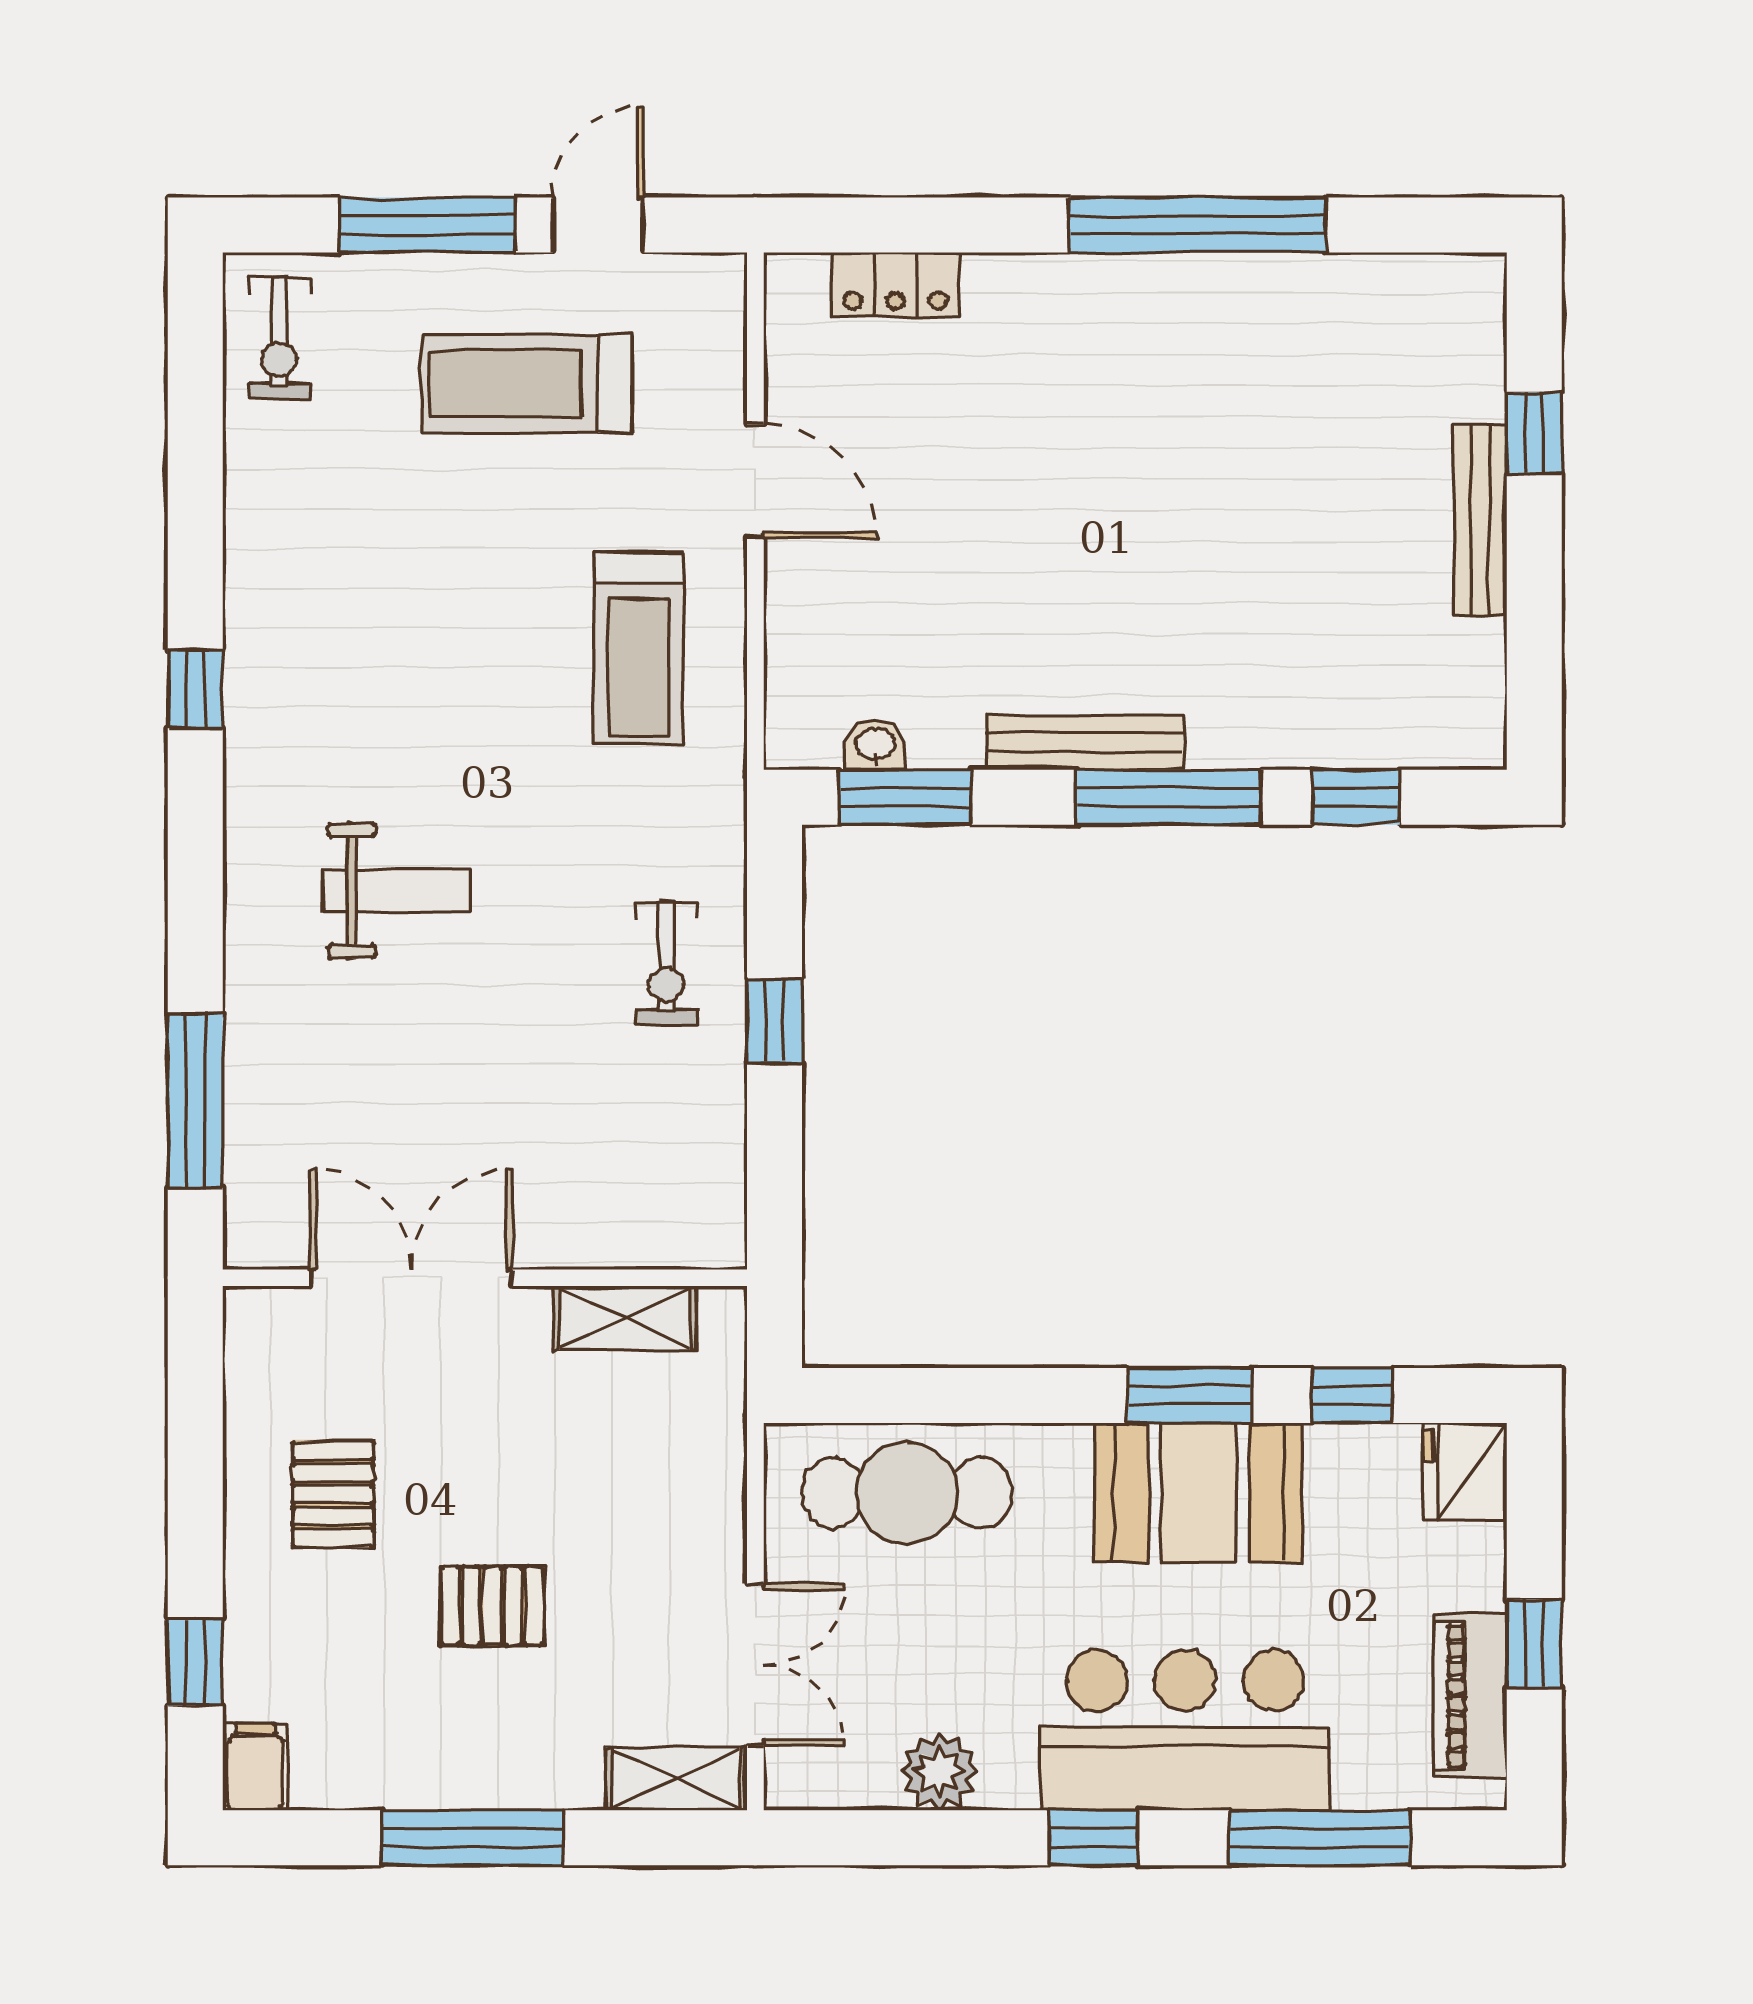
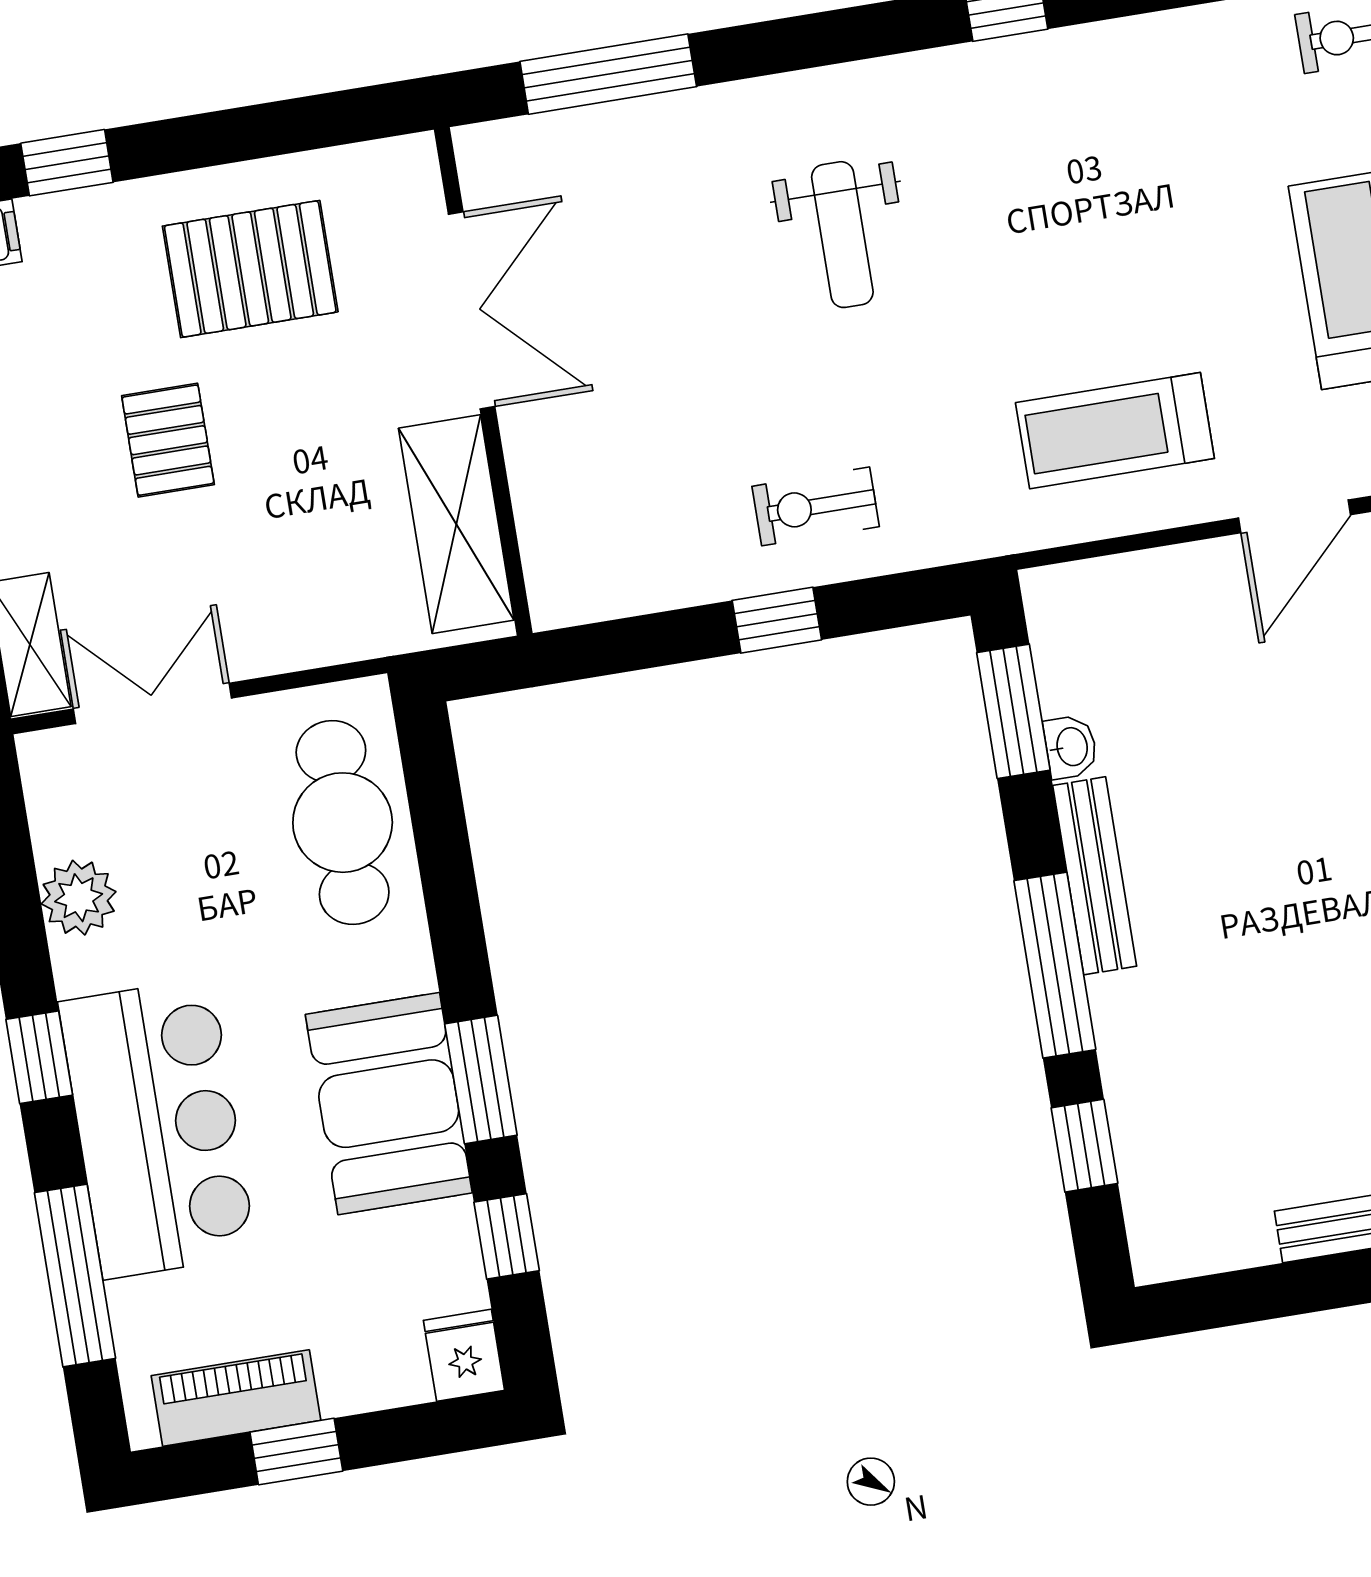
washbasin: (875, 745) -> (1071, 747), moved
shelving: (625, 1318) -> (456, 524), width x1.50, depth x1.33
fridge: (1465, 1472) -> (464, 1355), width x0.72
pallet: (333, 1494) -> (250, 269), width x1.50, depth x1.42
double door: (755, 1665) -> (152, 703), swing flipped

